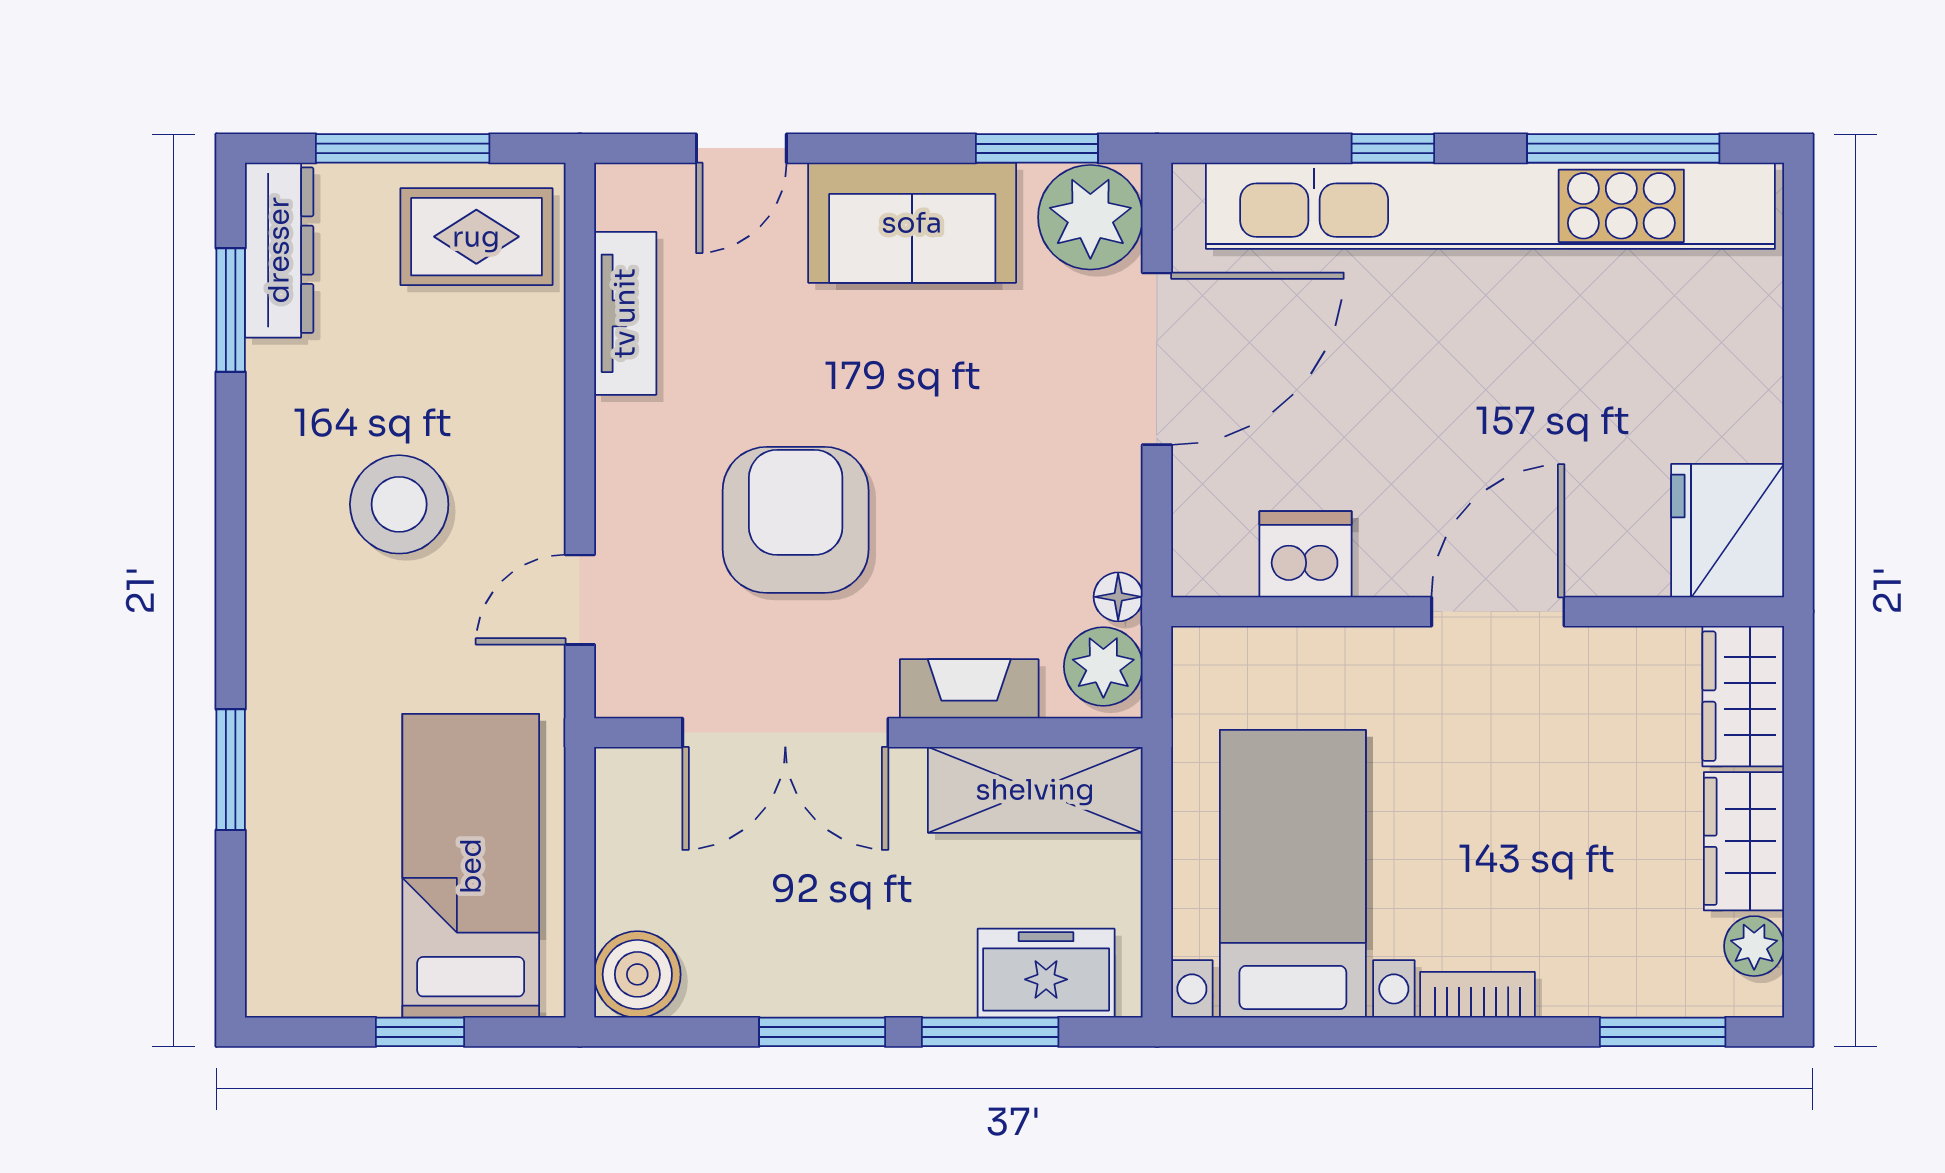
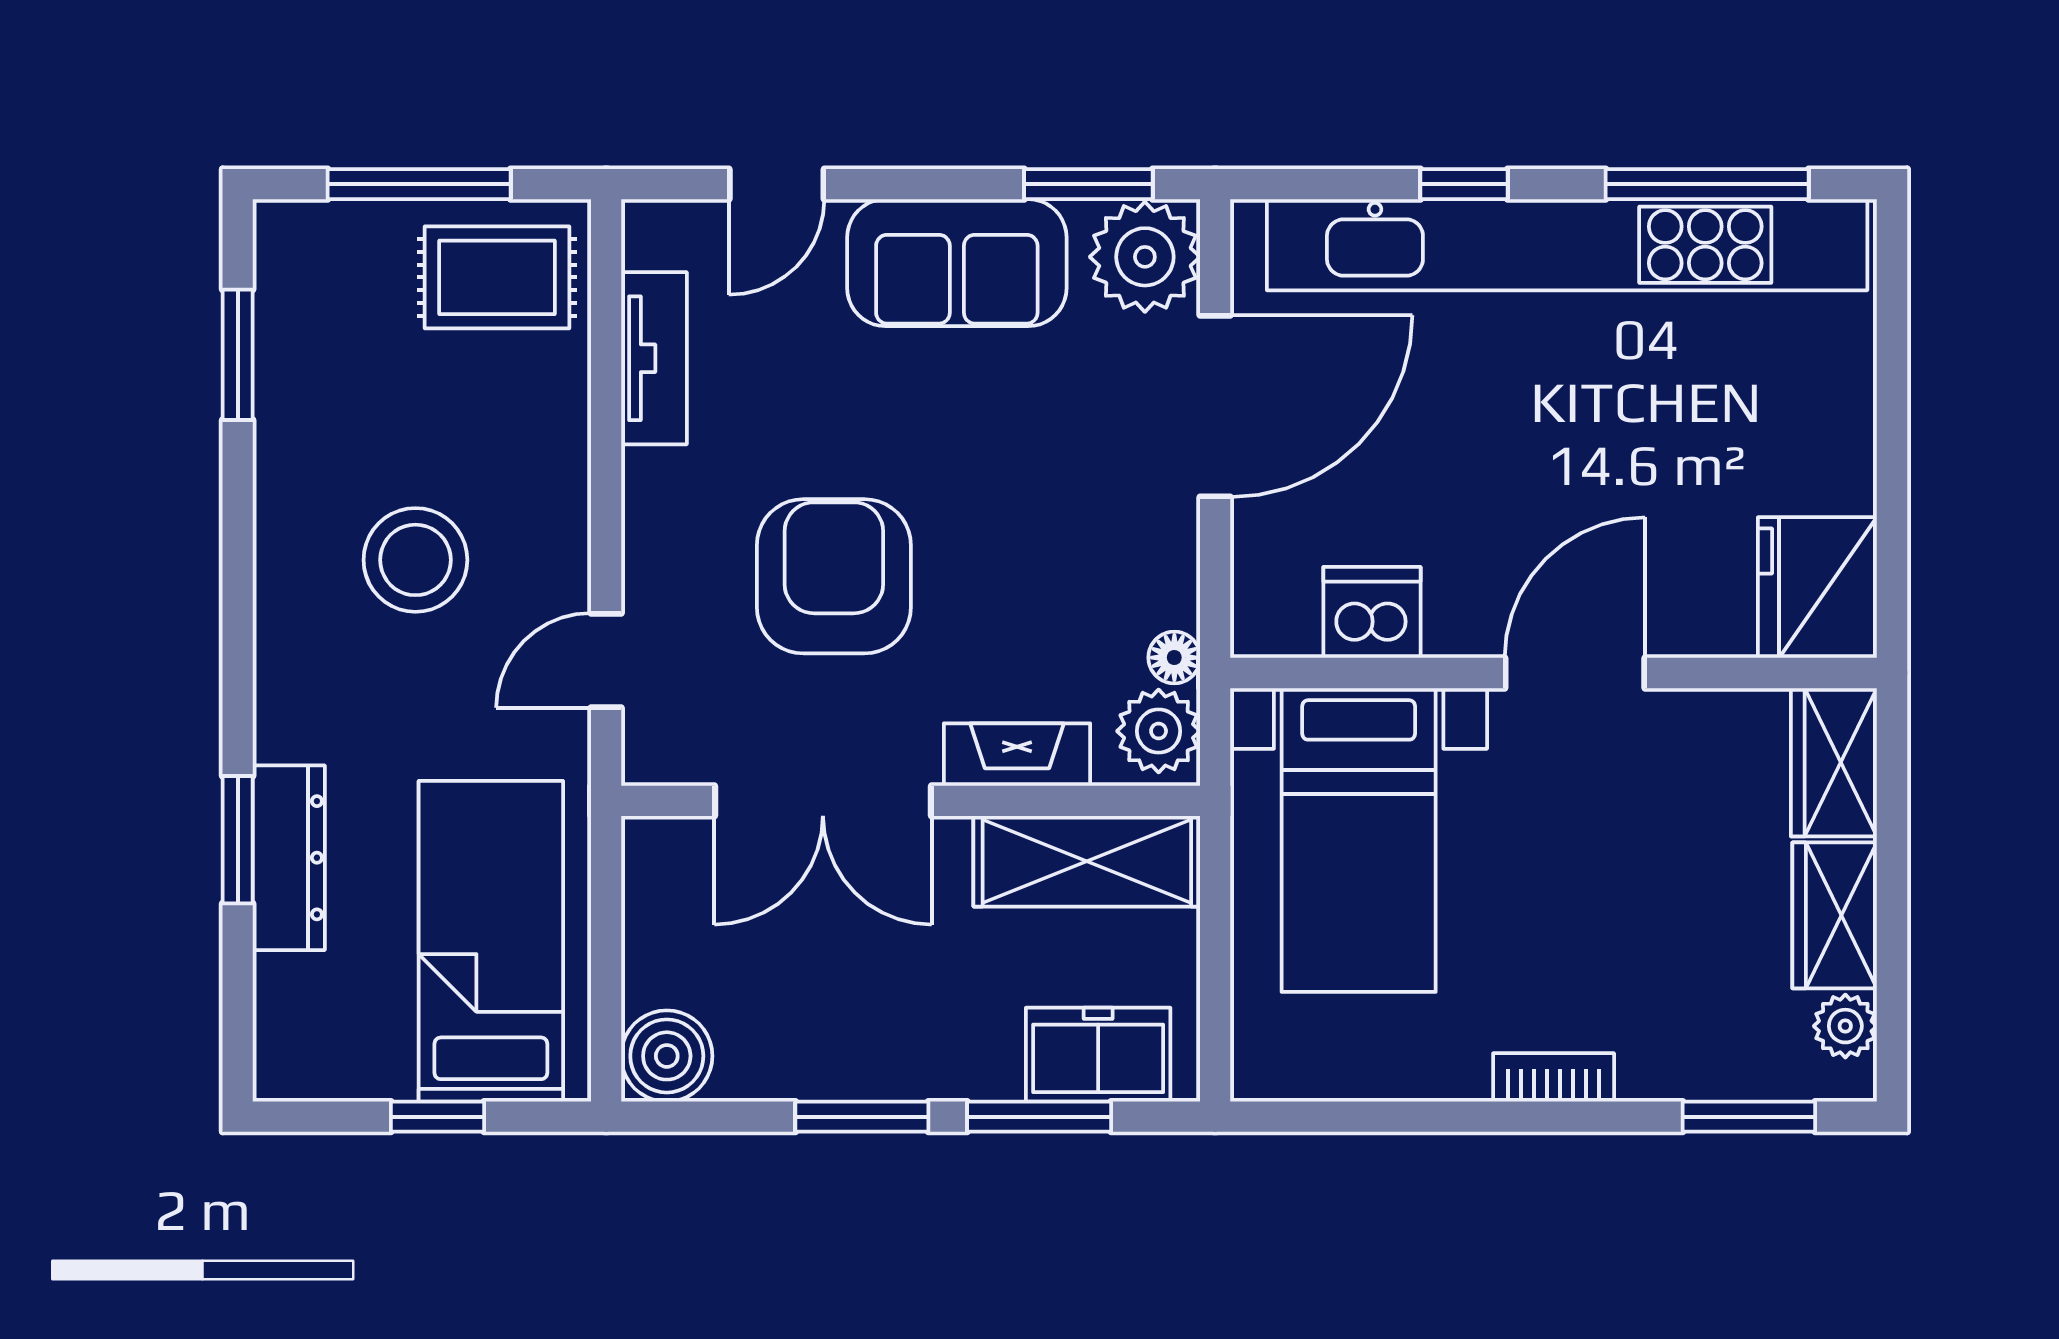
dresser: (279, 250) -> (289, 858), moved
bed with nightstands: (1293, 874) -> (1359, 840), moved, turned 180

